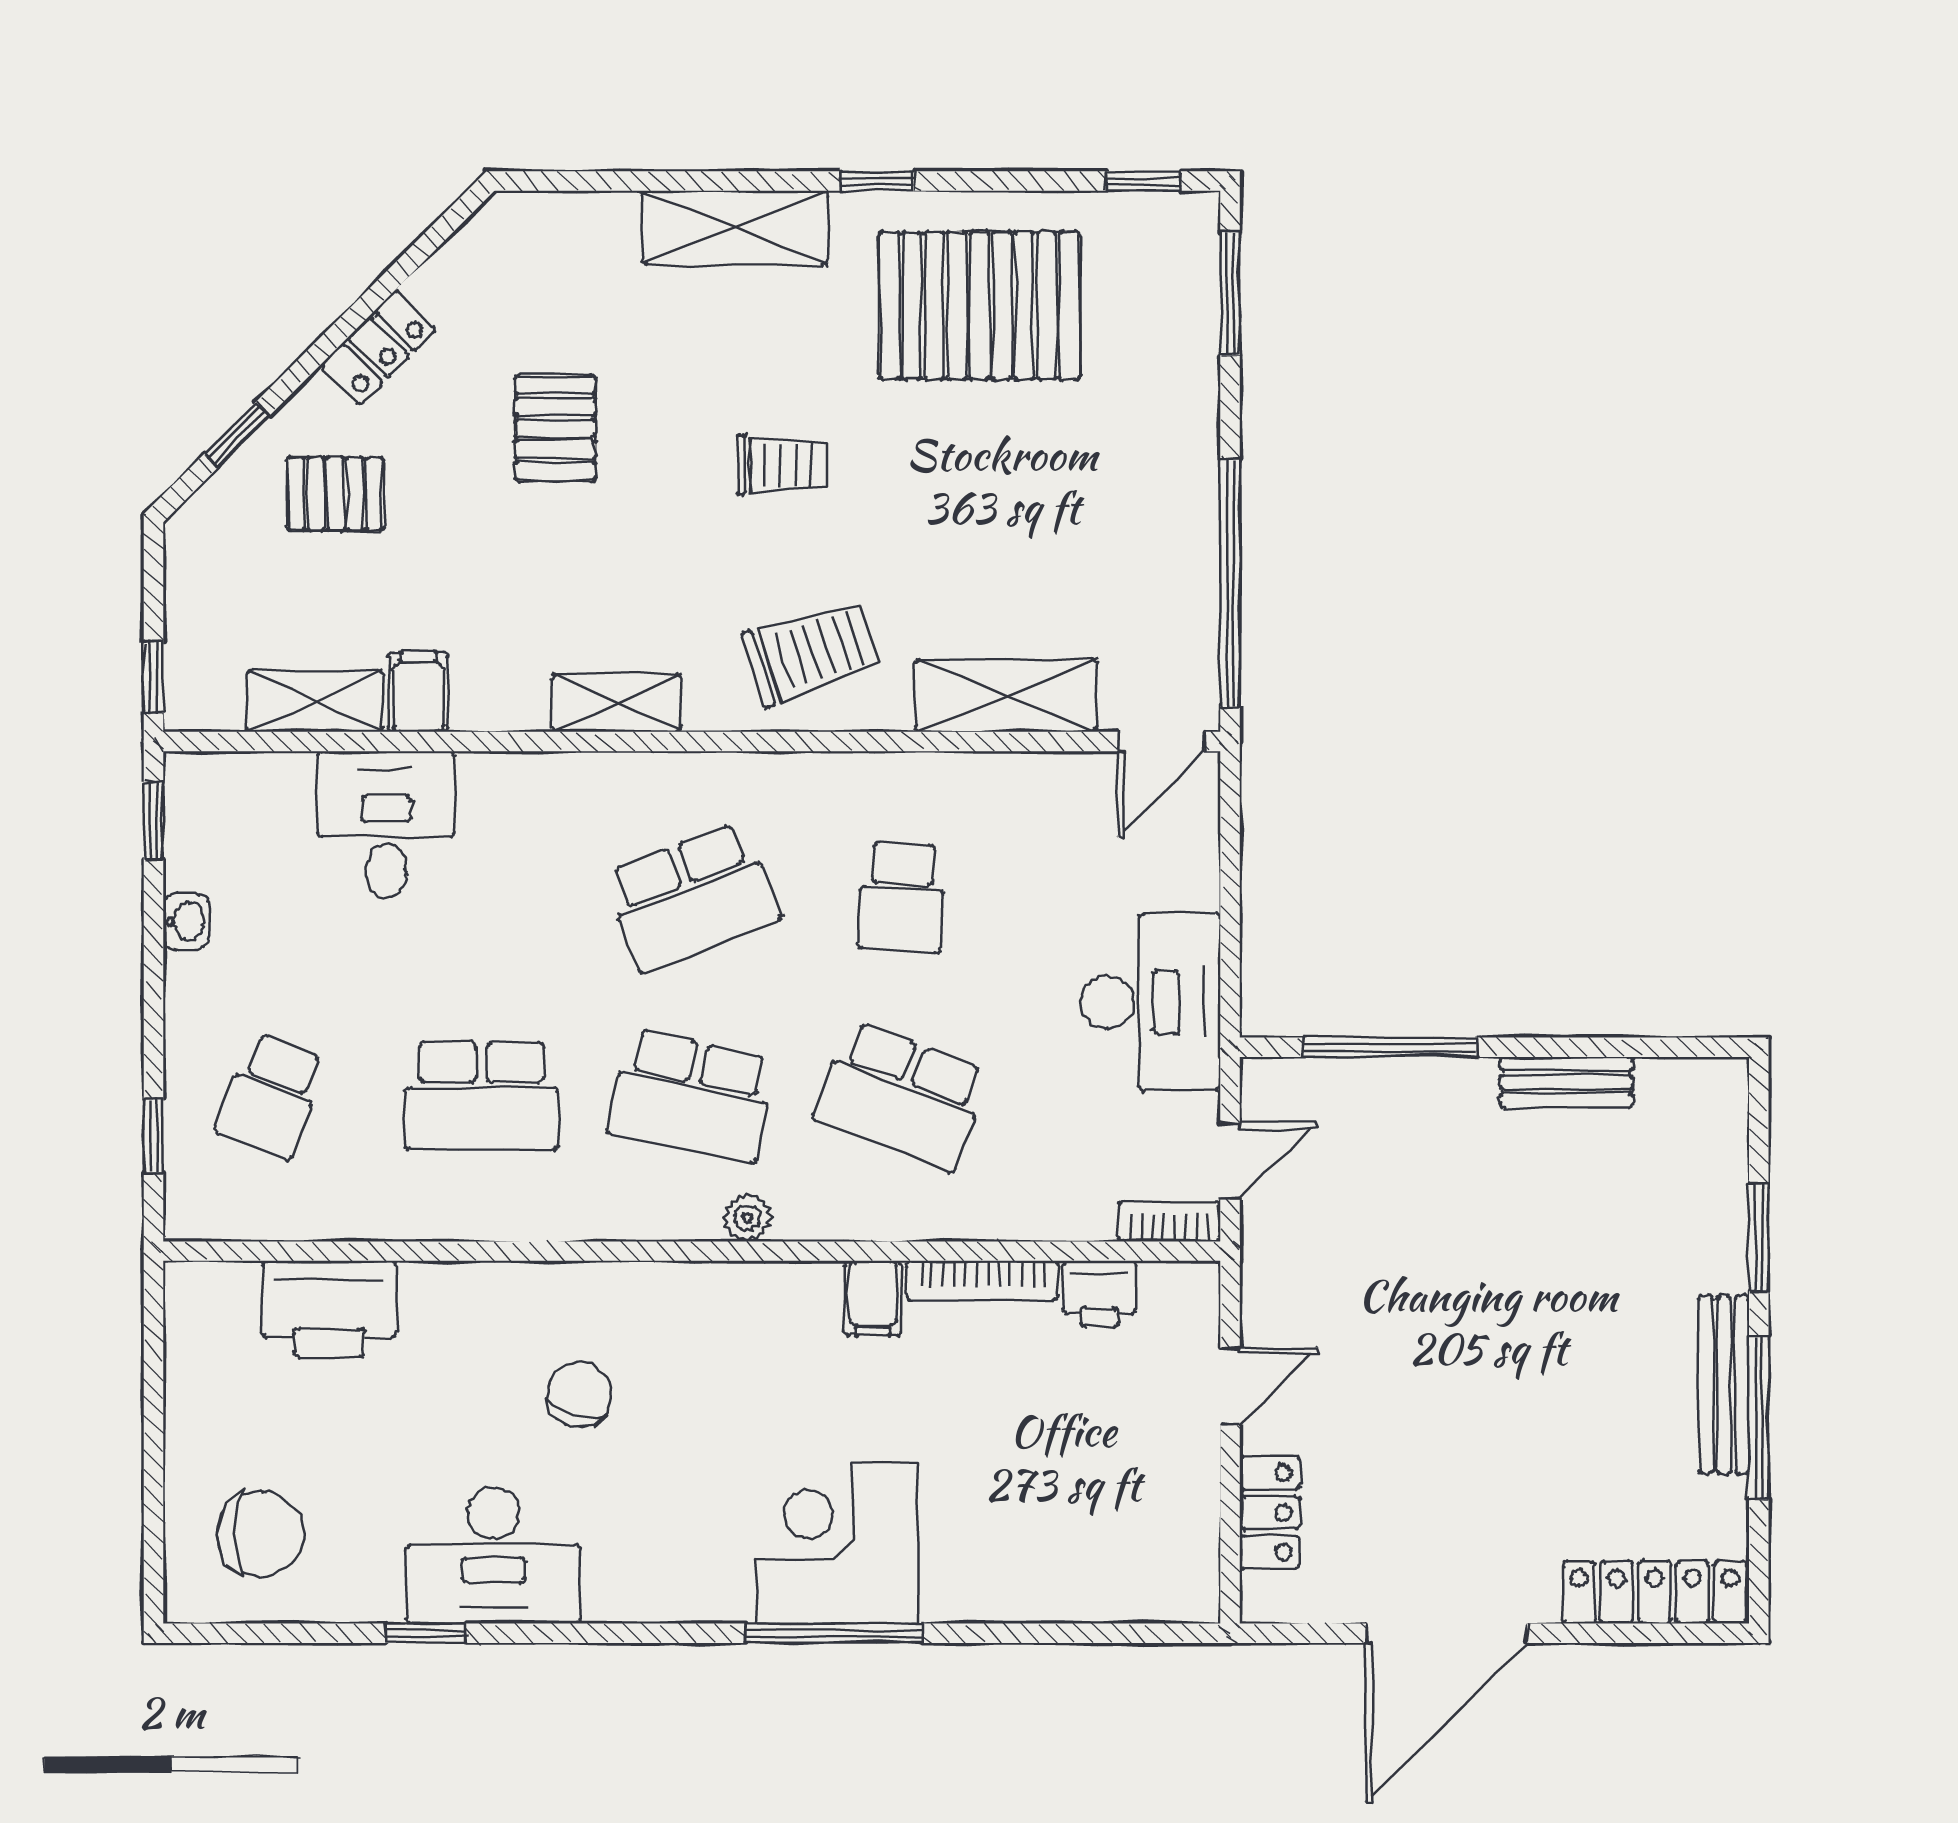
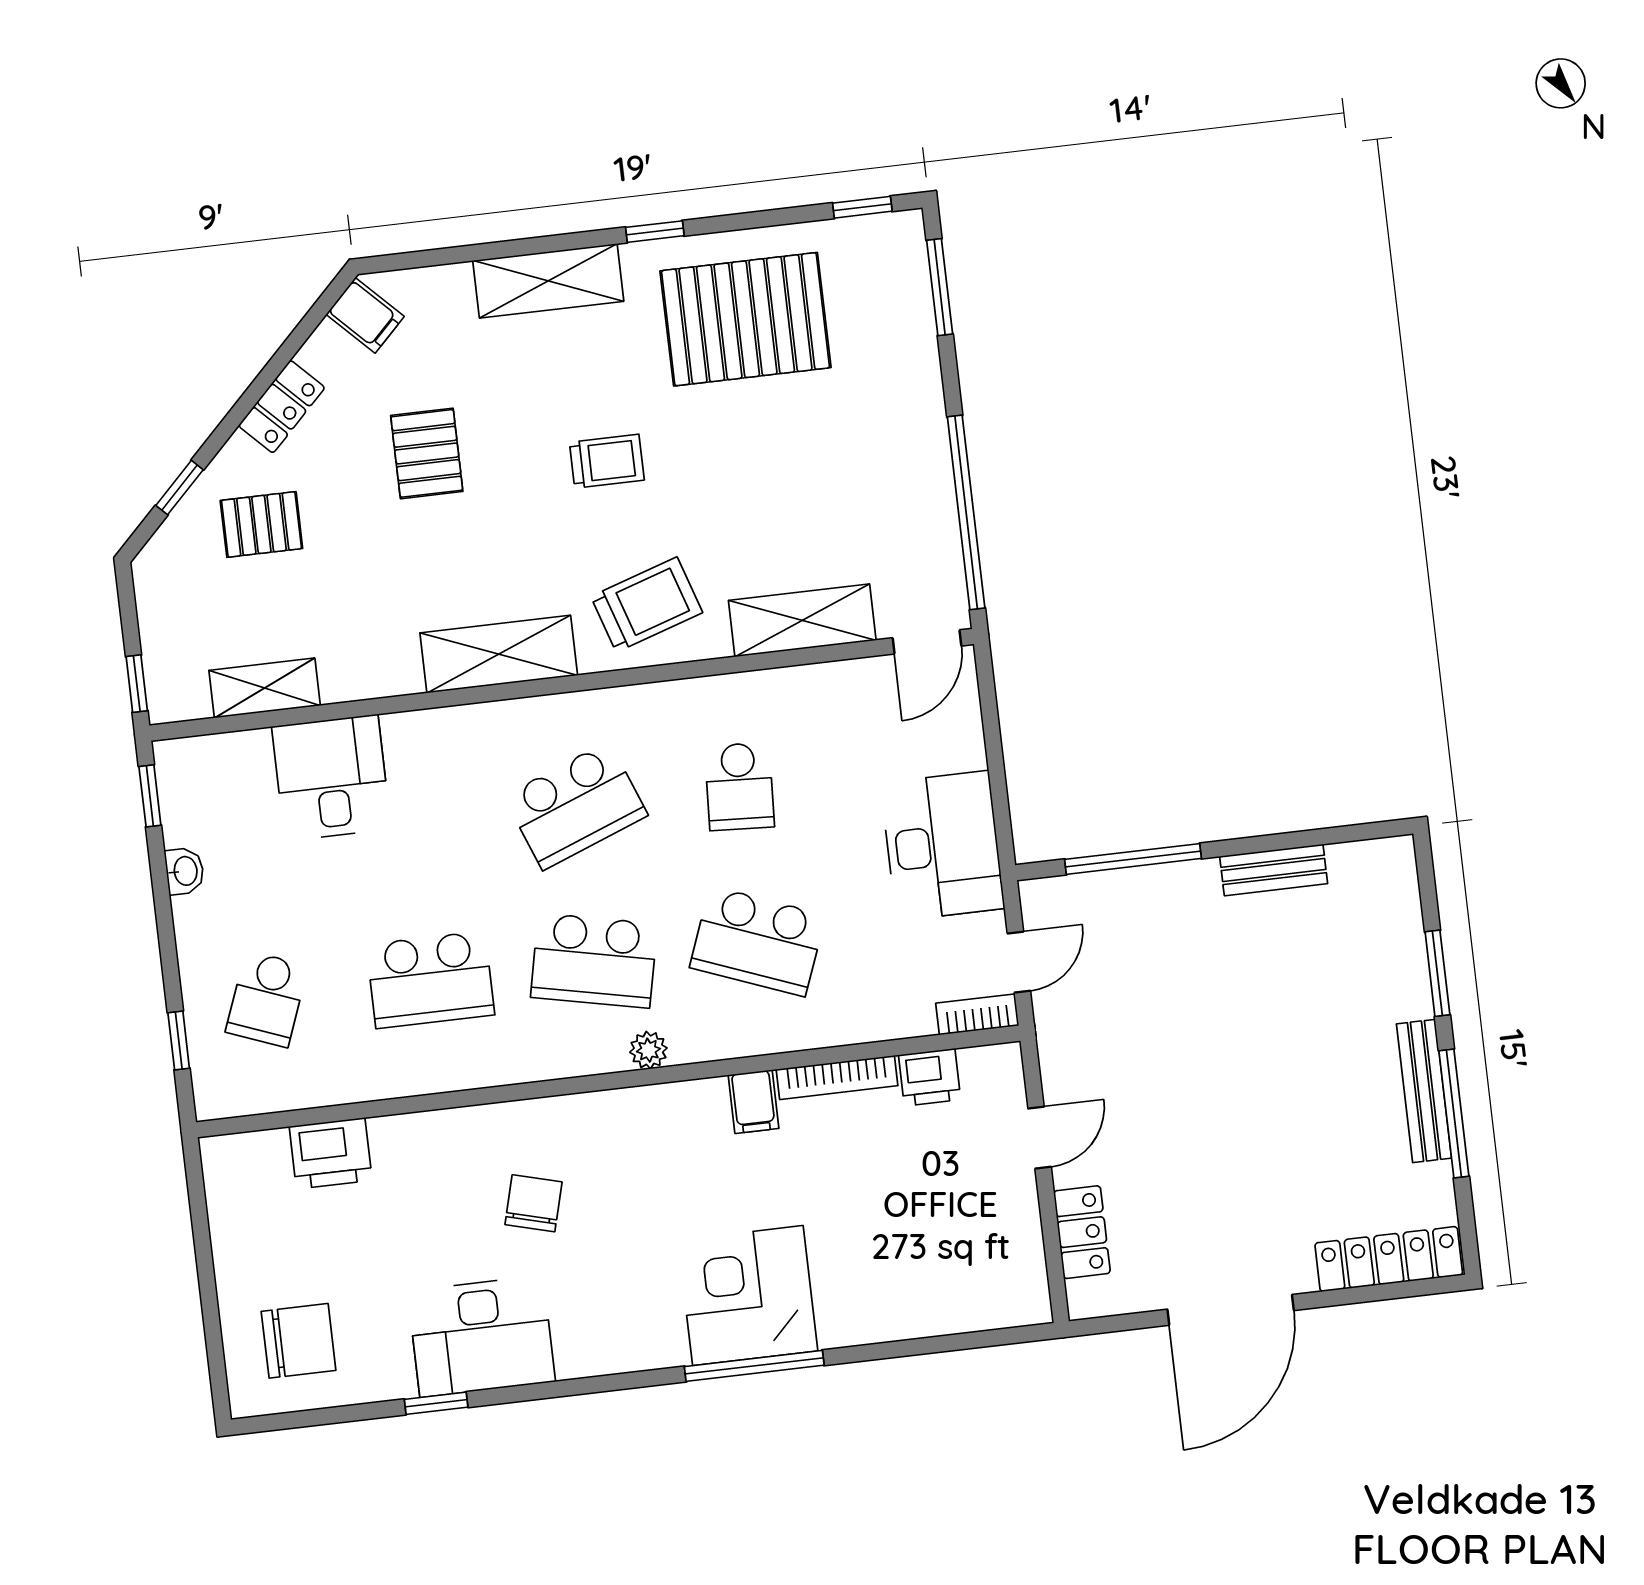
filing cabinet: (418, 692) -> (365, 315), moved, turned 135
shelving: (617, 703) -> (499, 654), width x1.50, depth x1.33
printer: (329, 1309) -> (331, 1153), width x0.73, depth x0.84

